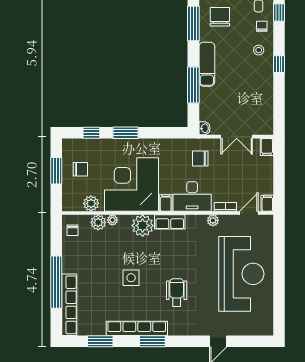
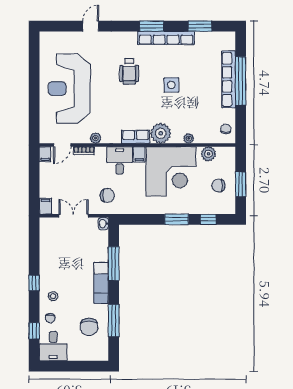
desk: (192, 196) -> (120, 160), width x0.73
plant: (98, 222) -> (202, 136), removed
row of seats: (69, 305) -> (229, 79), moved

